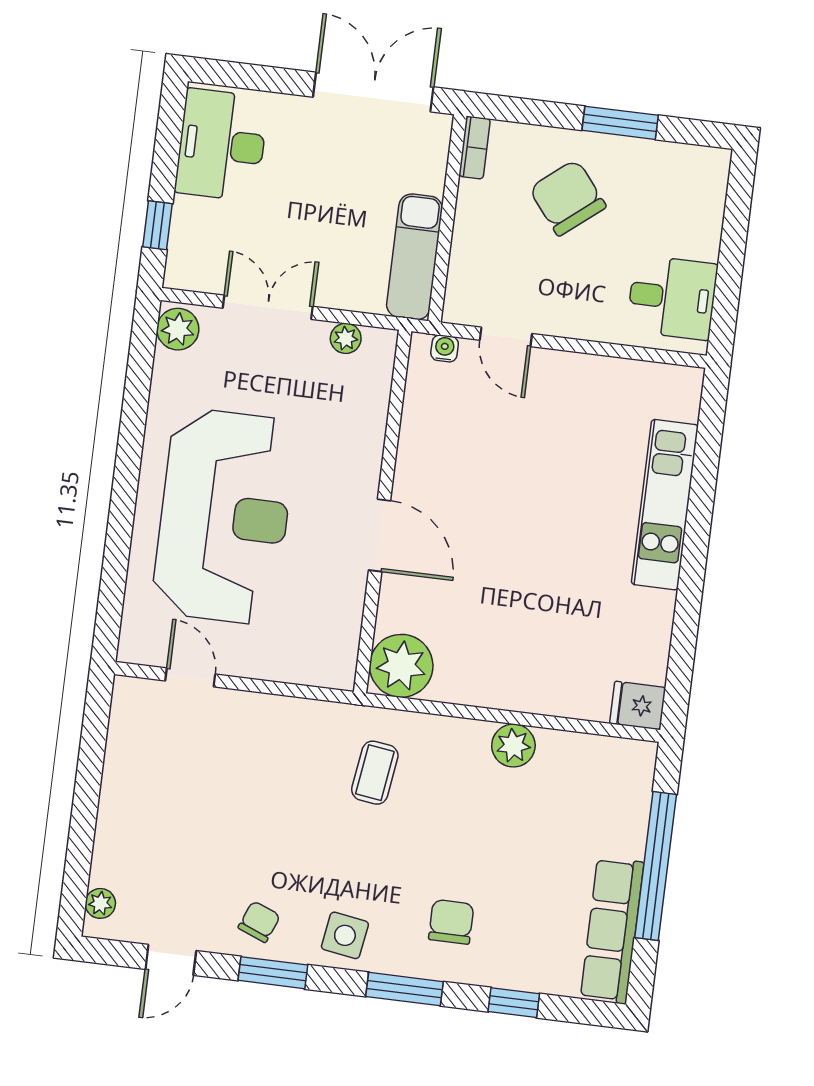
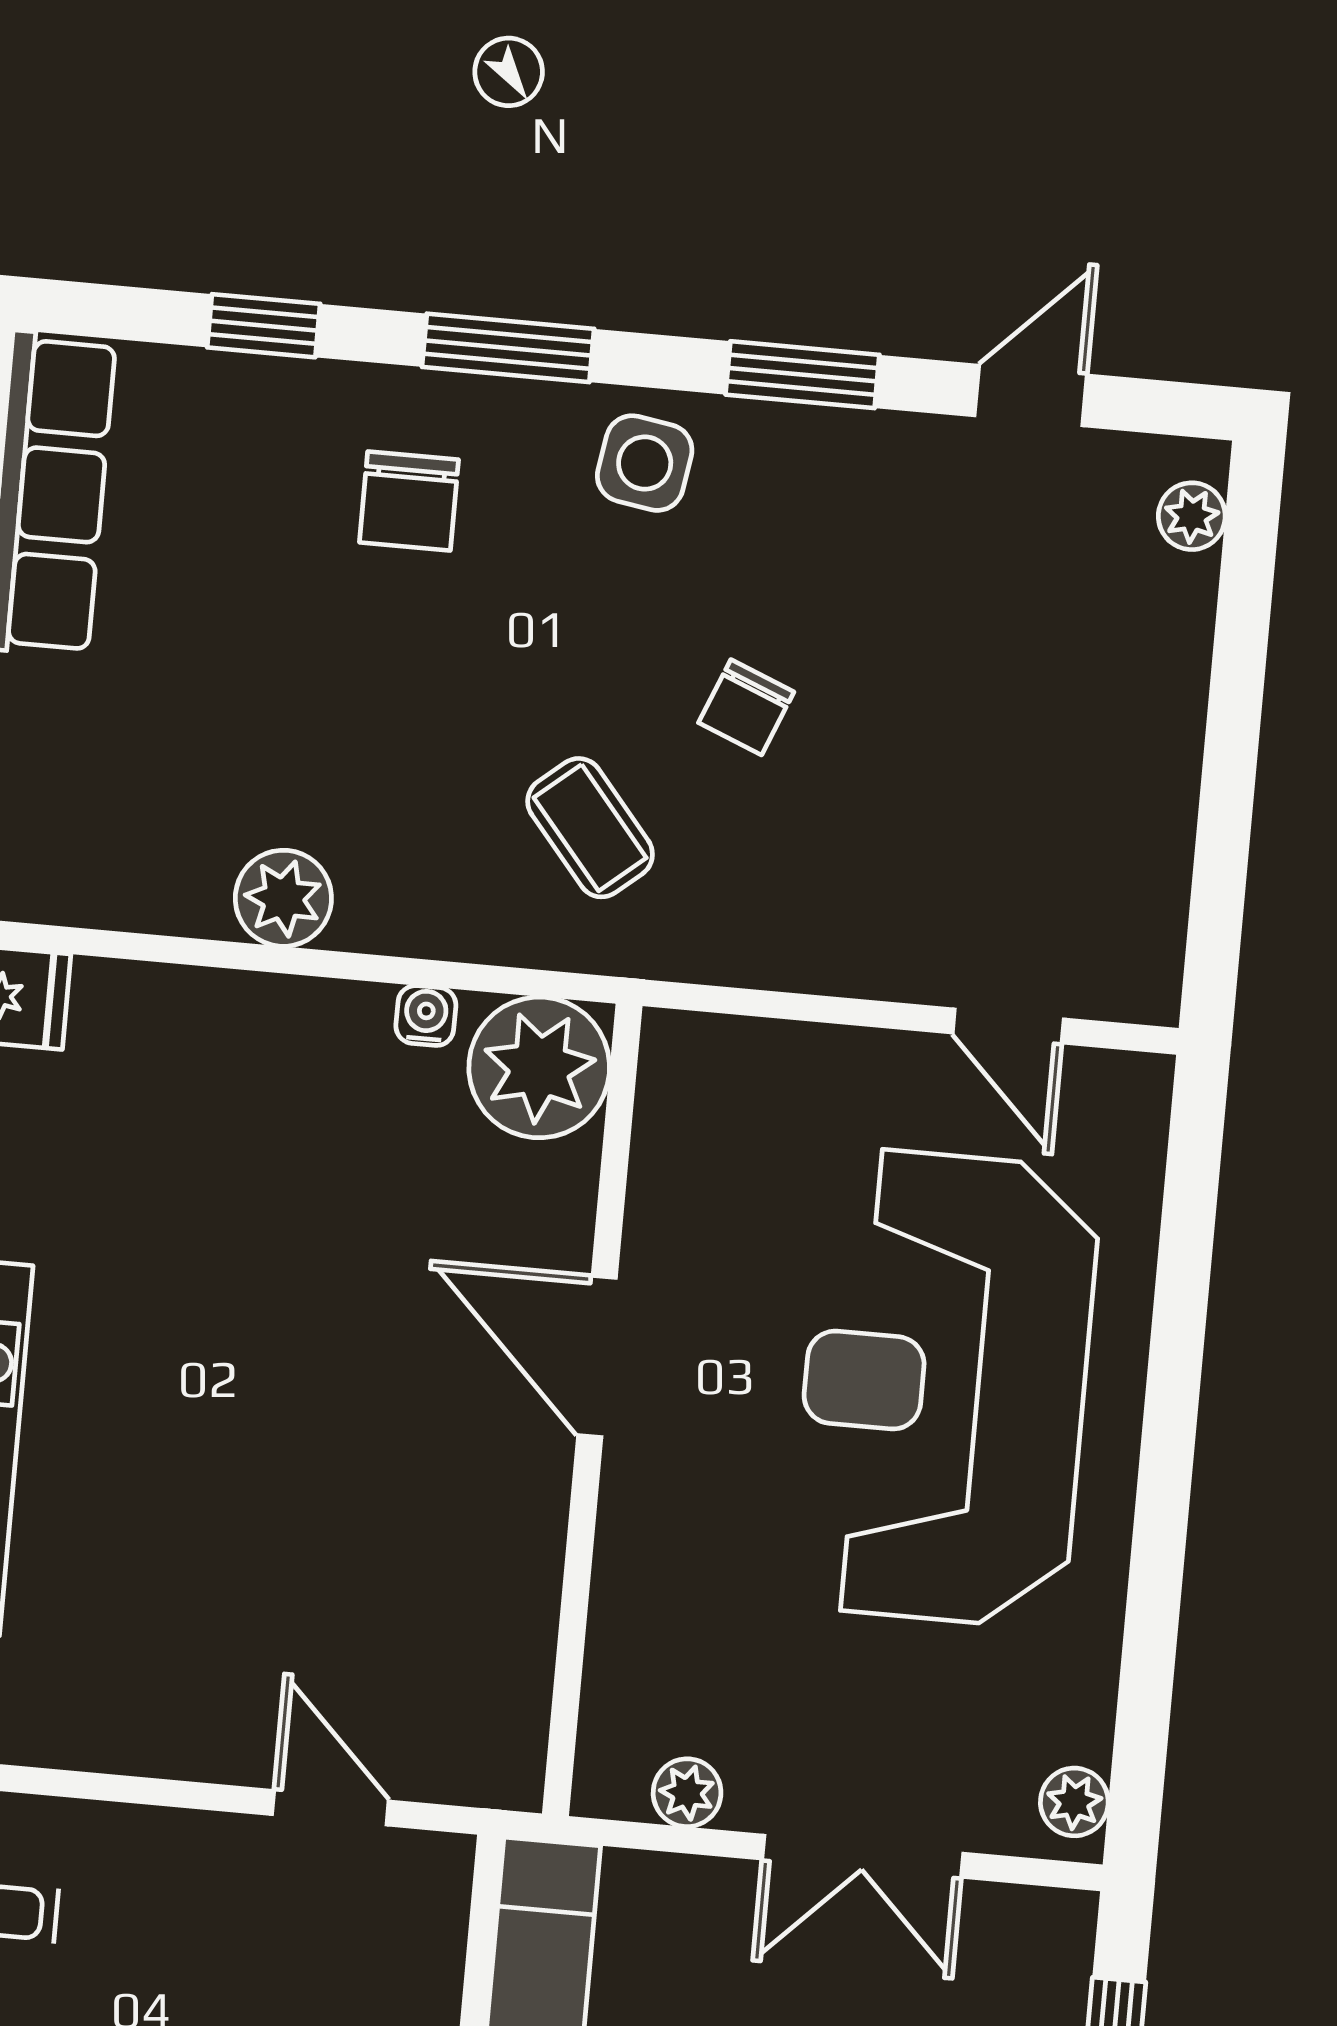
plant: (178, 329) -> (1074, 1802), width x0.73, depth x0.73
water cooler: (445, 348) -> (426, 1016), moved, turned 180
coffee table: (375, 773) -> (590, 828), turned -48
chair: (259, 922) -> (746, 707), moved

